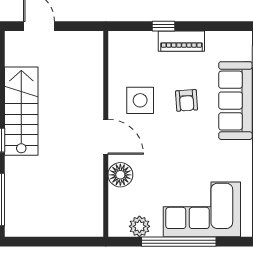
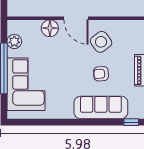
side table: (140, 100) -> (101, 42), turned -37
door: (106, 137) -> (76, 18), hinge flipped

